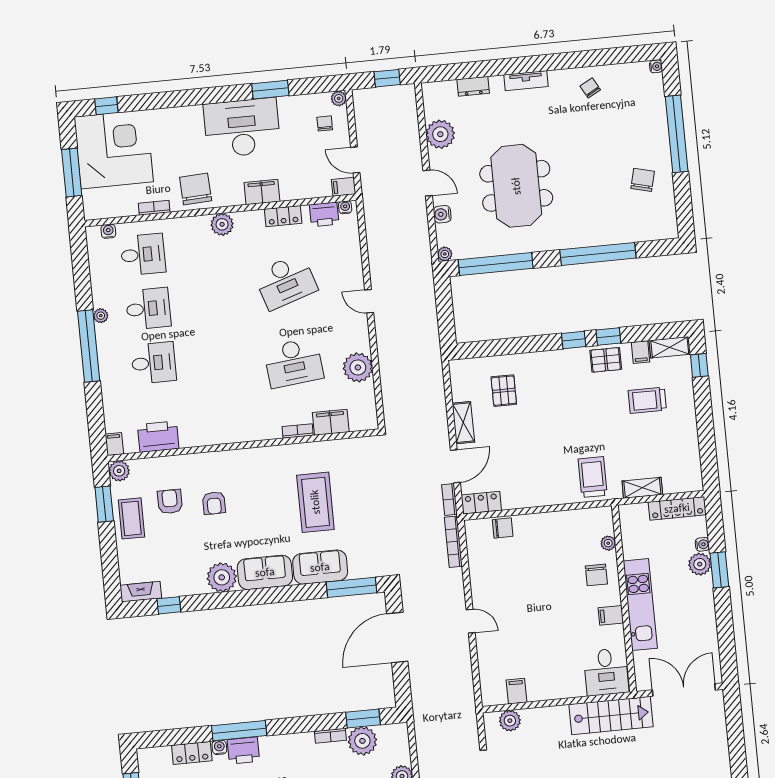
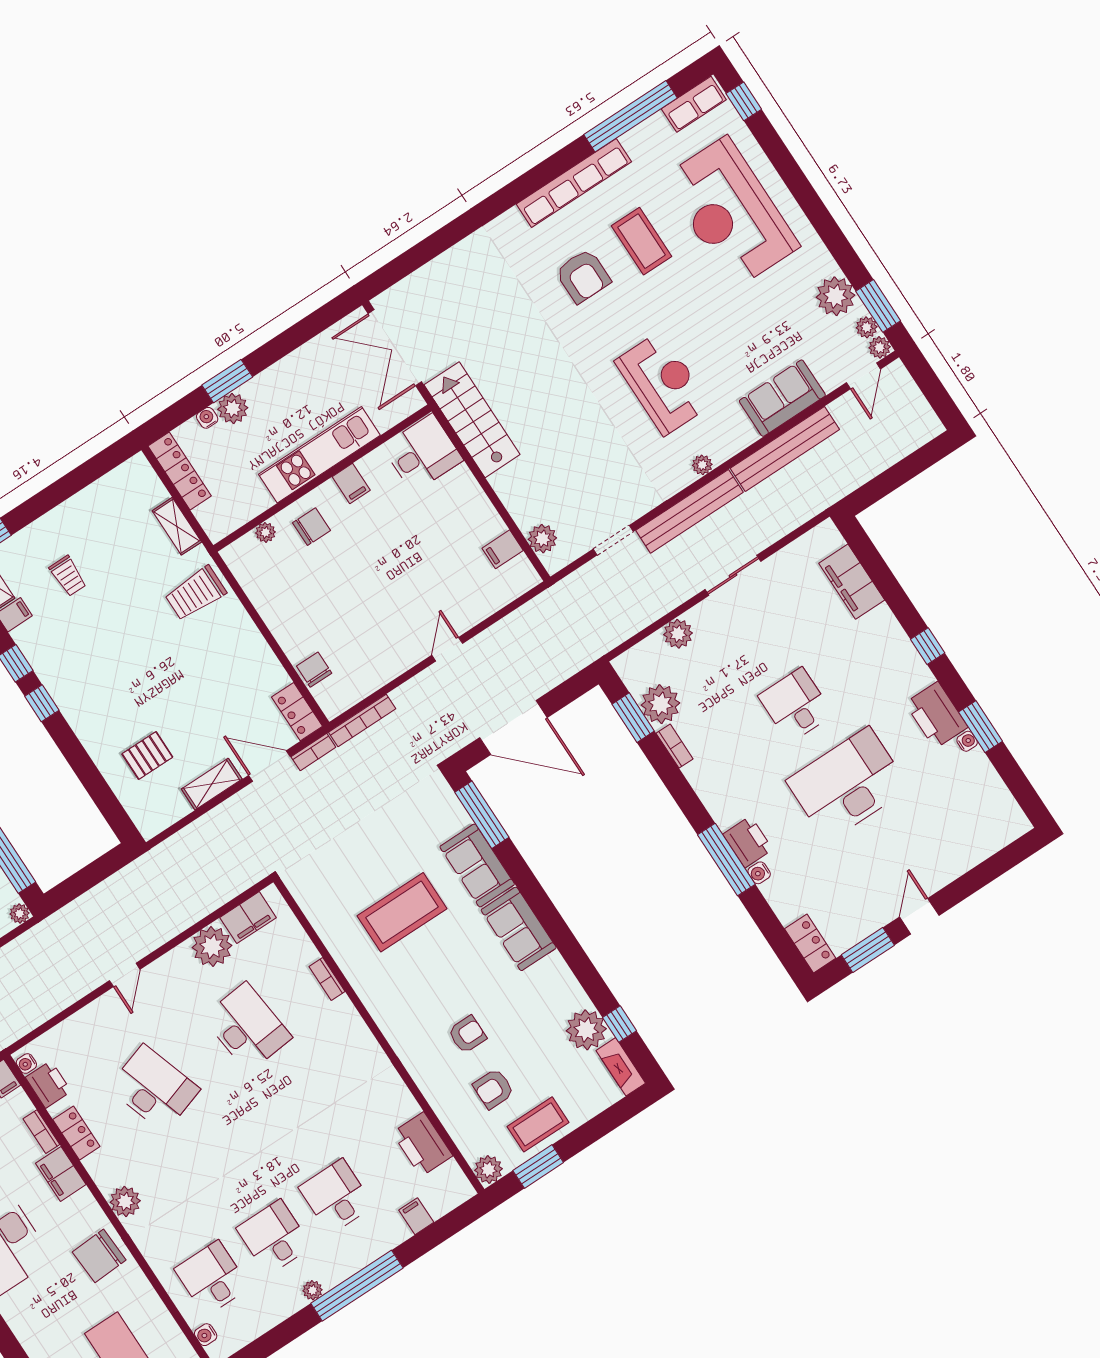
bookcase: (154, 208) -> (41, 1132), moved
pallet: (606, 360) -> (45, 652), removed
trolley: (647, 400) -> (68, 576), width x0.73, depth x0.72
filing cabinet: (331, 422) -> (248, 918), moved, turned -90
filing cabinet: (114, 444) -> (416, 1216), moved, turned 90
plant: (222, 577) -> (586, 1030), moved
locker: (192, 753) -> (810, 943), moved

